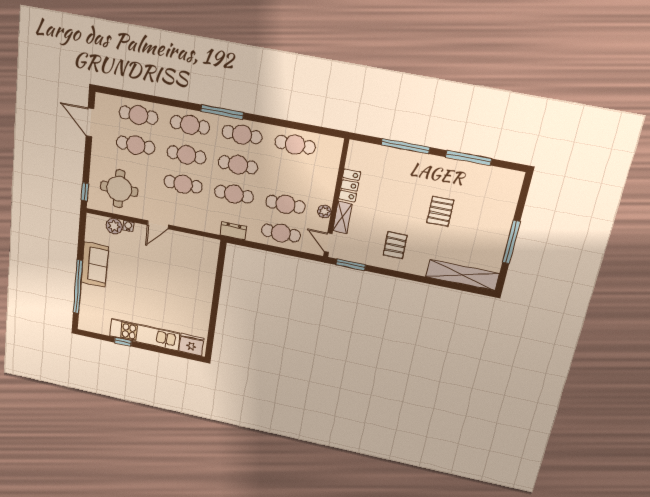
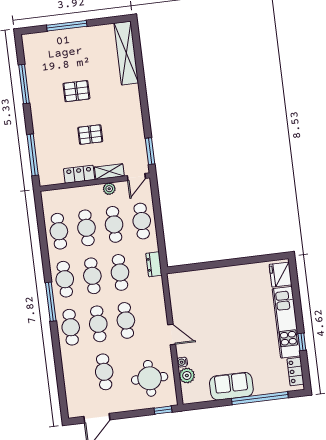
cafe table: (138, 115) -> (86, 228), moved
window: (406, 146) -> (33, 155), moved
window: (511, 242) -> (67, 26), moved
pallet: (395, 245) -> (90, 135), moved
locker: (96, 327) -> (295, 372), added

